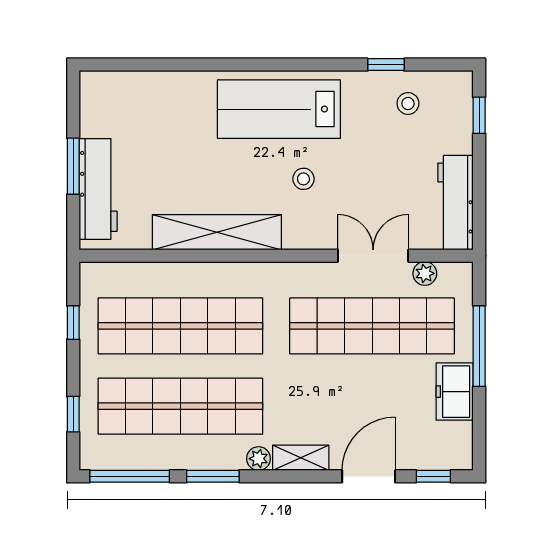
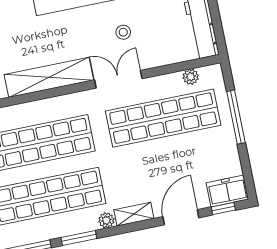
stool: (303, 179) -> (123, 32), moved
double door: (373, 256) -> (118, 79), moved
freezer: (455, 392) -> (227, 191), moved, turned 90

